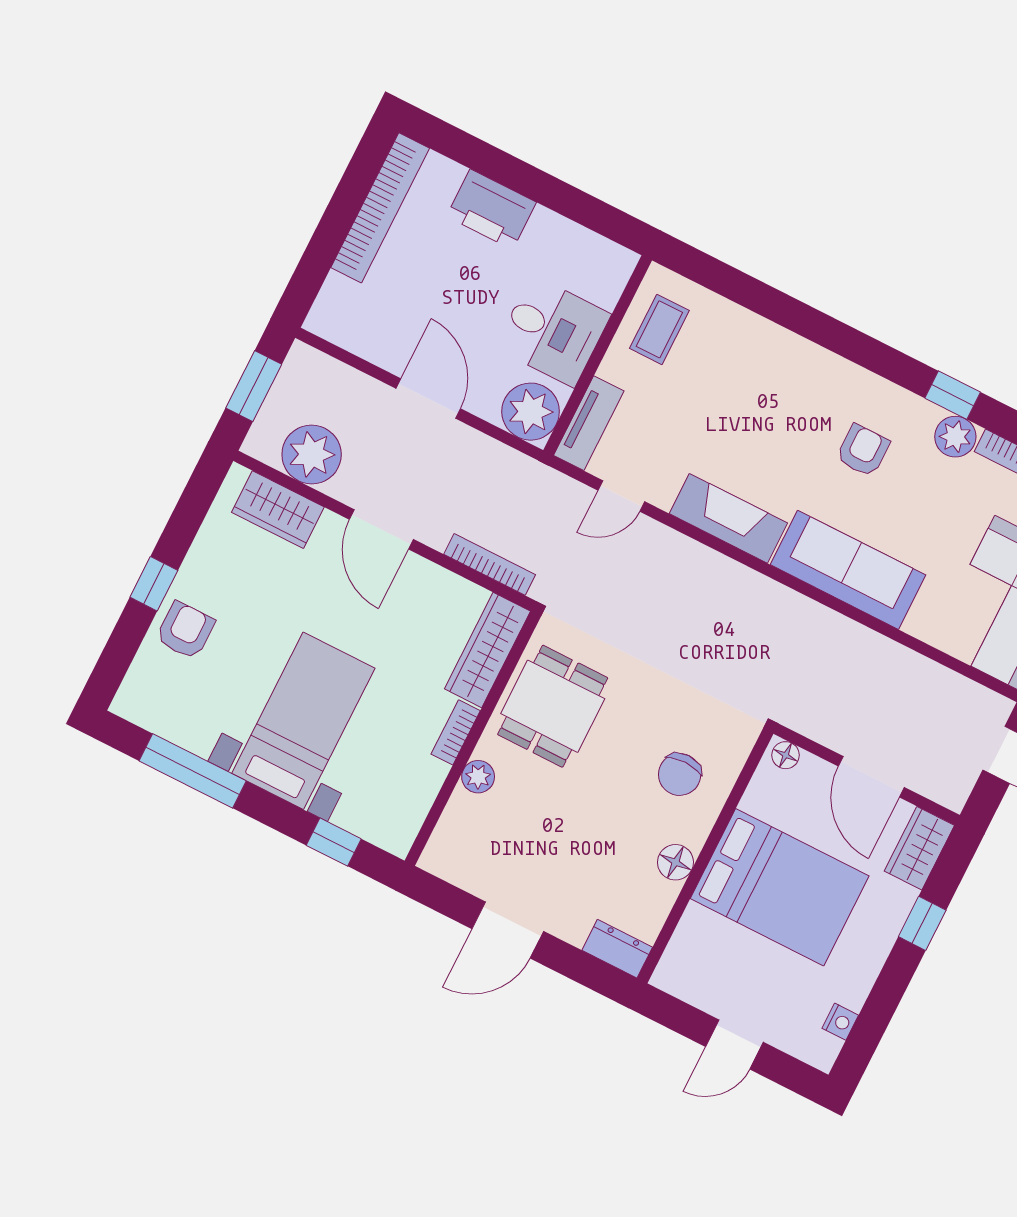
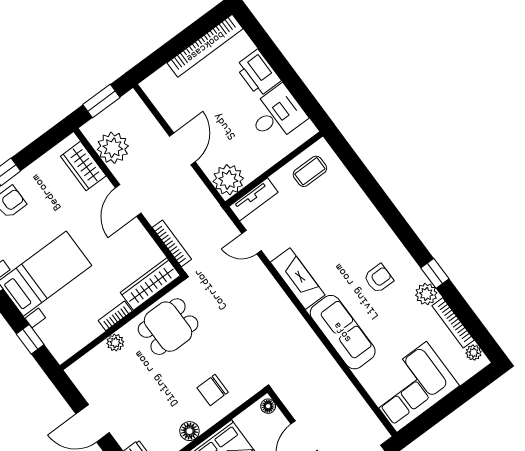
desk: (553, 331) -> (276, 114), moved, turned -90

